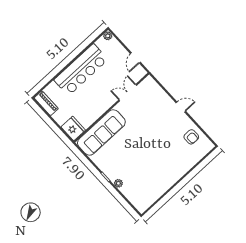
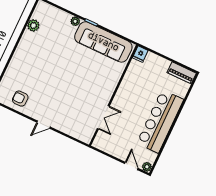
door: (135, 58) -> (131, 166), moved
fridge: (73, 129) -> (140, 54), width x0.53, depth x0.75
sofa: (101, 132) -> (103, 42), moved, turned -90
plant: (155, 194) -> (33, 25), added

